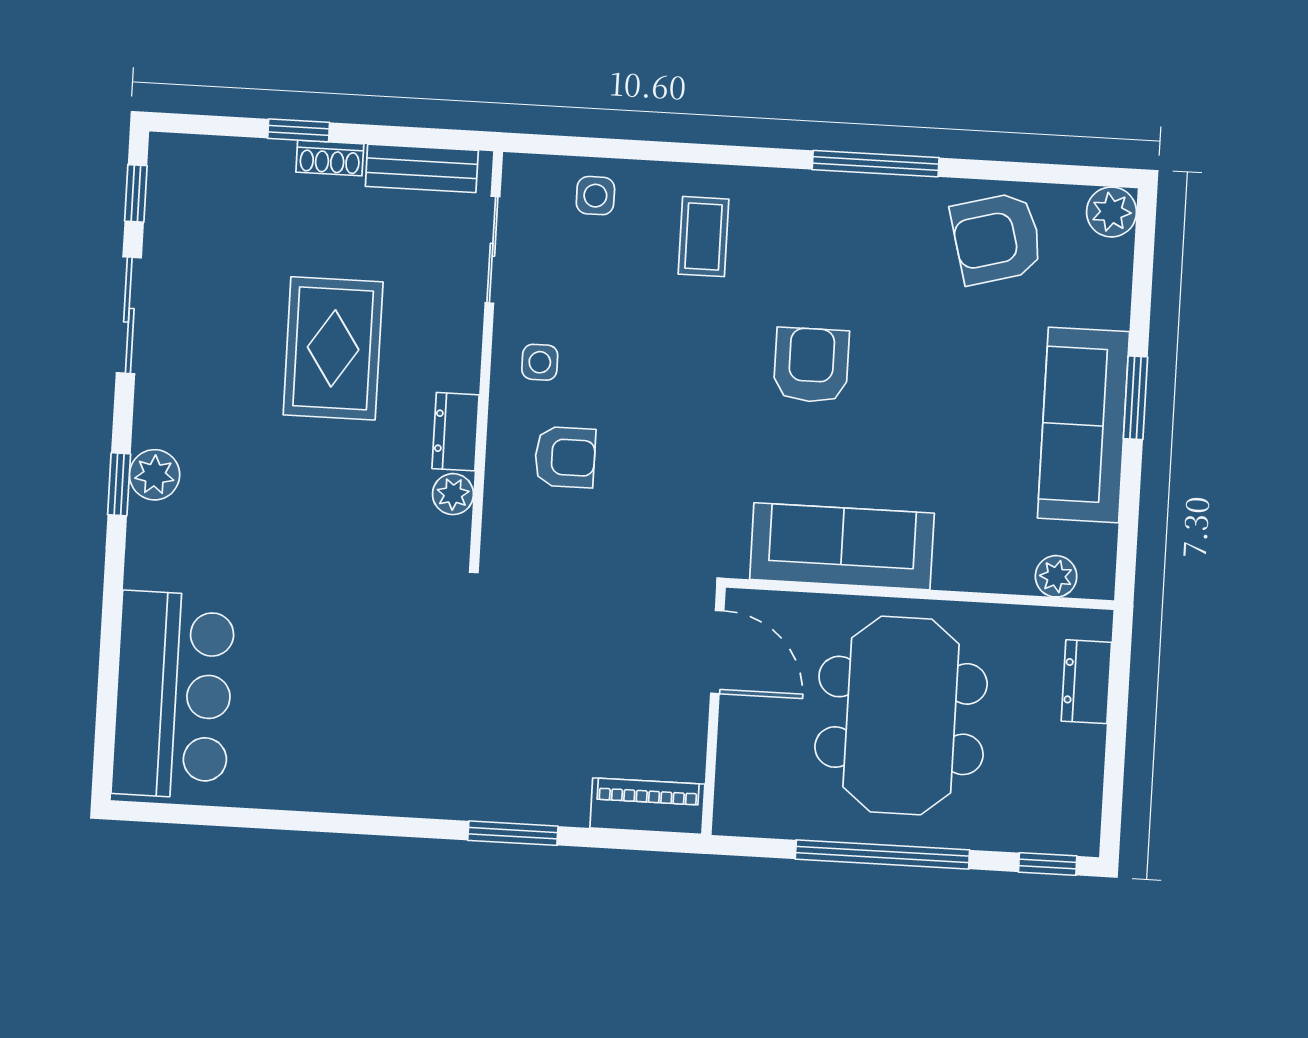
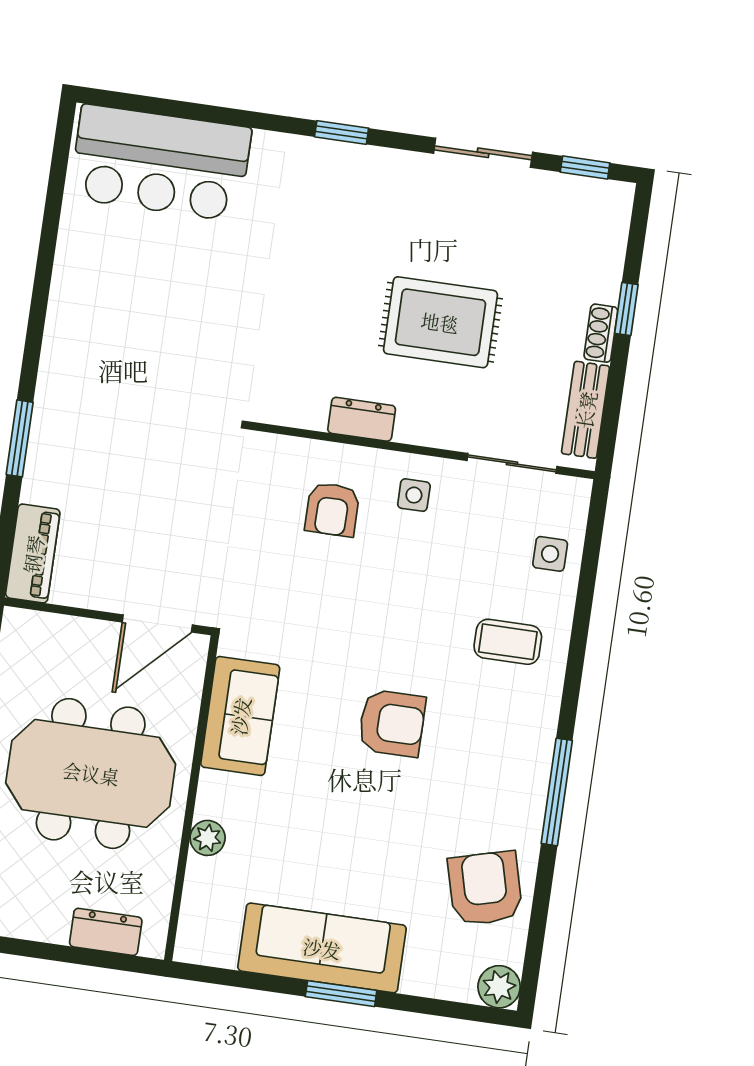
plant: (155, 475) -> (347, 163), removed
plant: (453, 494) -> (309, 413), removed
sofa: (842, 546) -> (240, 716), width x0.73
plant: (1056, 576) -> (208, 838), moved

